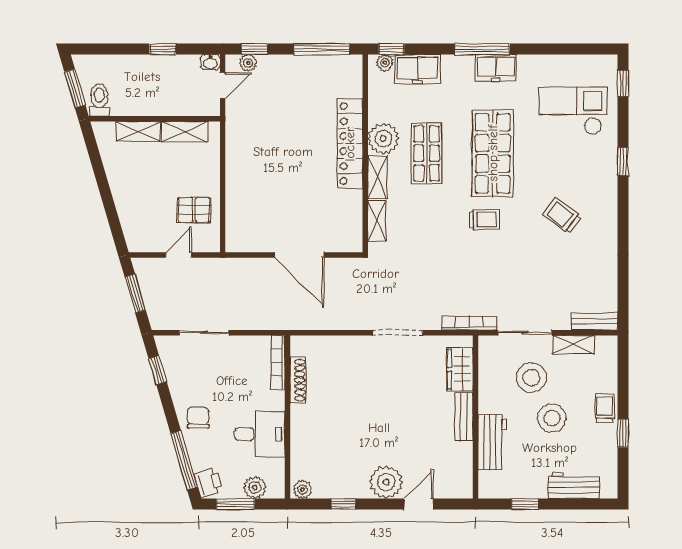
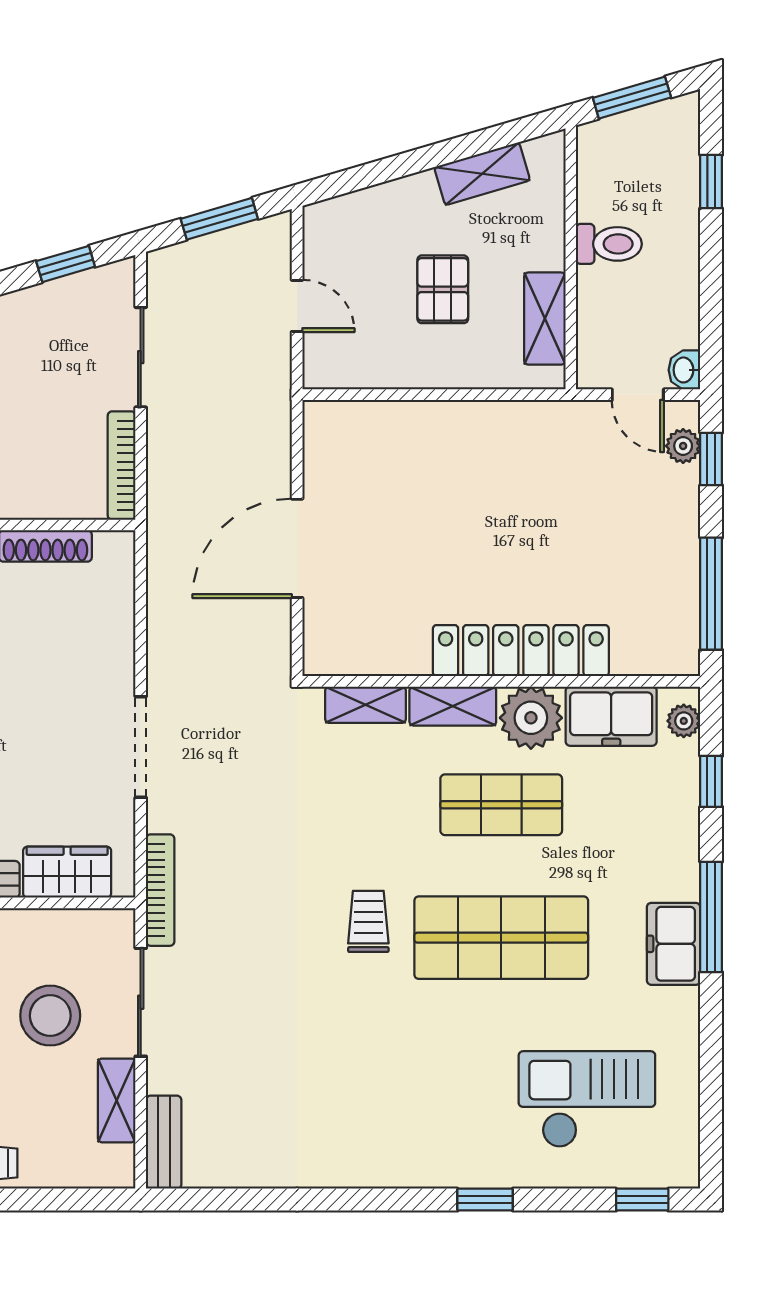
window: (163, 49) -> (711, 182), moved
window: (391, 49) -> (711, 781), moved
freezer: (417, 69) -> (611, 716), moved, turned -90
toilet: (99, 100) -> (609, 244), moved
checkout: (573, 111) -> (587, 1099), turned -90
shelving: (138, 131) -> (482, 174), moved, turned 74
pallet: (194, 210) -> (443, 289), moved
trolley: (562, 216) -> (376, 1077), removed
trolley: (485, 219) -> (368, 921), turned 180
bookcase: (278, 362) -> (122, 466), moved, turned -90

